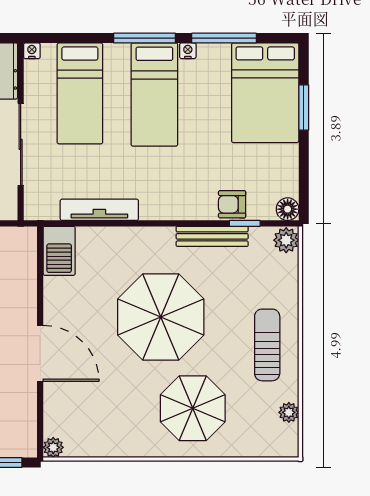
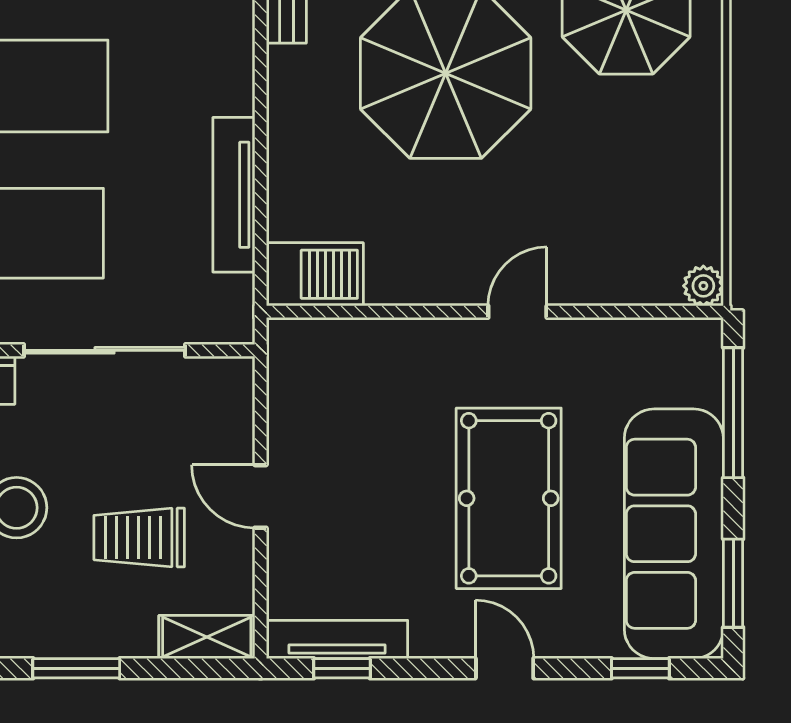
door: (40, 353) -> (517, 312), width x0.53

